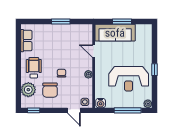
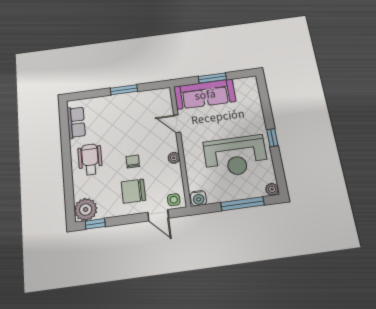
plant: (28, 90) -> (86, 209), moved
chair: (50, 90) -> (133, 191), moved, turned 90

